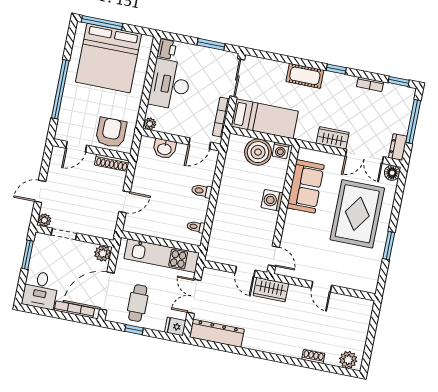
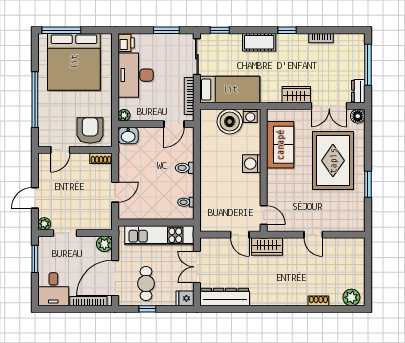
window: (399, 81) -> (220, 30), moved
washbasin: (164, 149) -> (128, 136), moved
shoe rack: (112, 163) -> (101, 158), width x0.70

